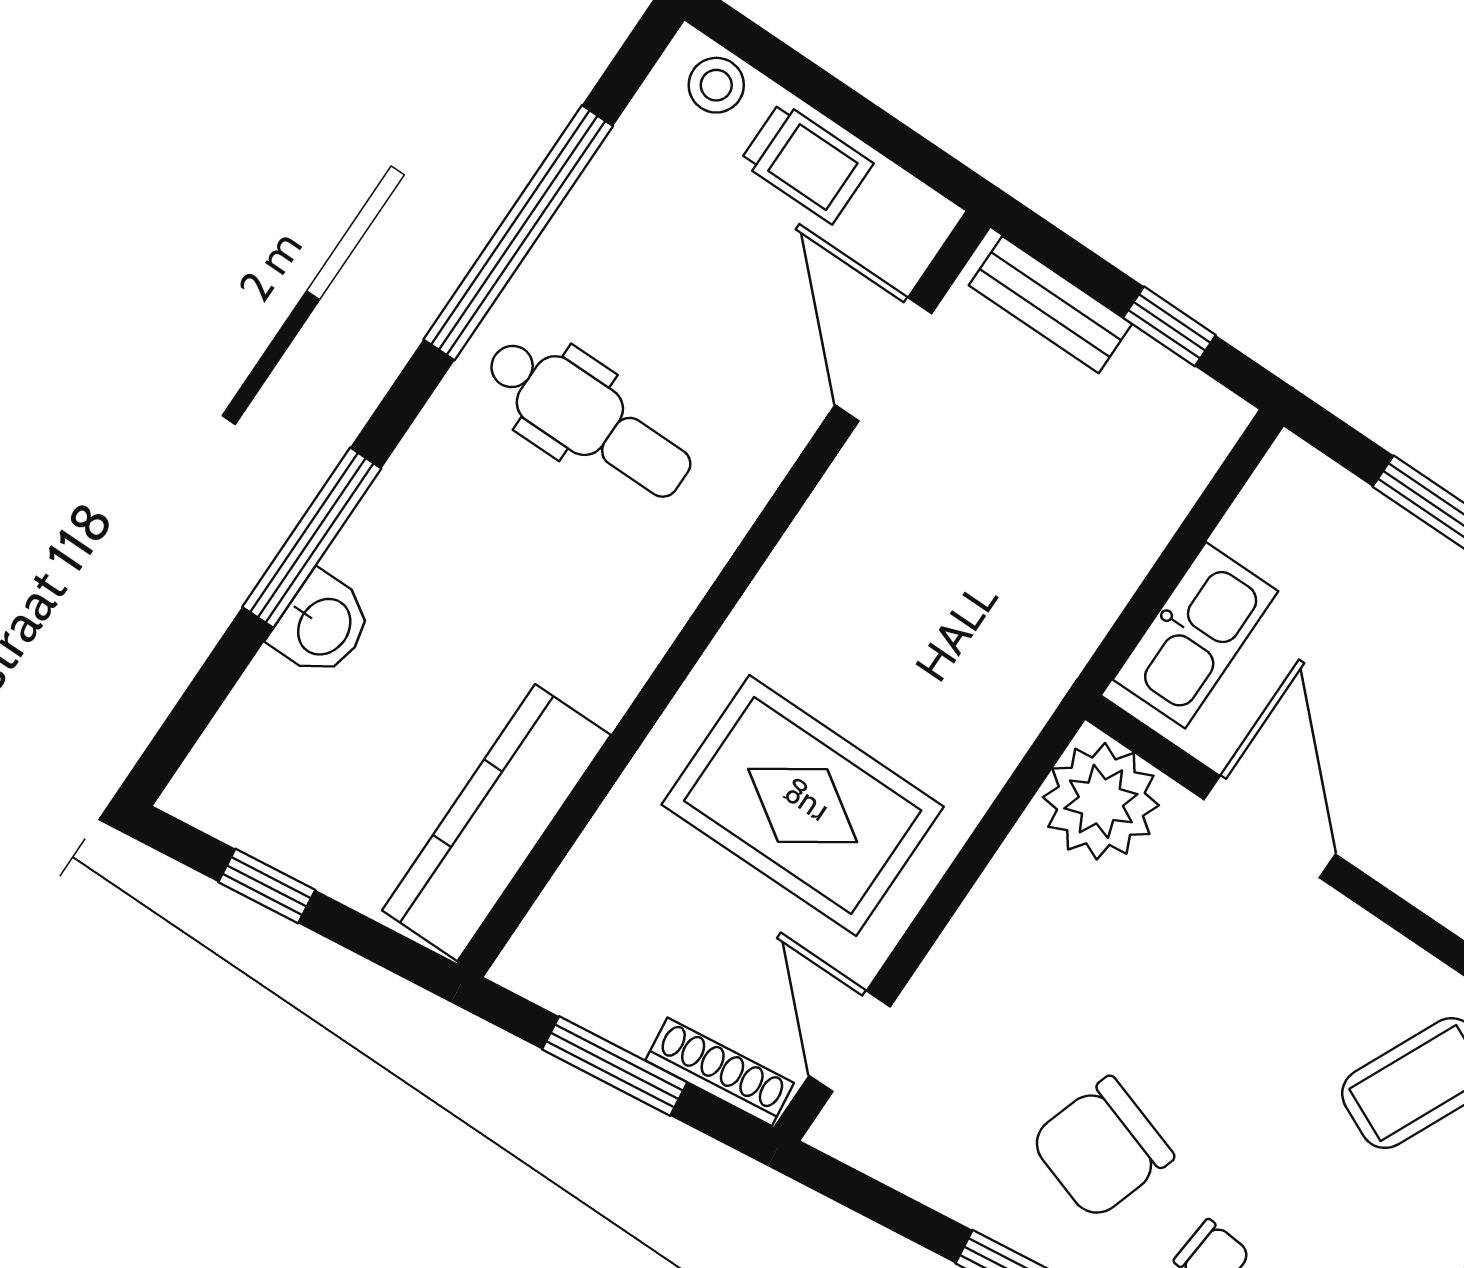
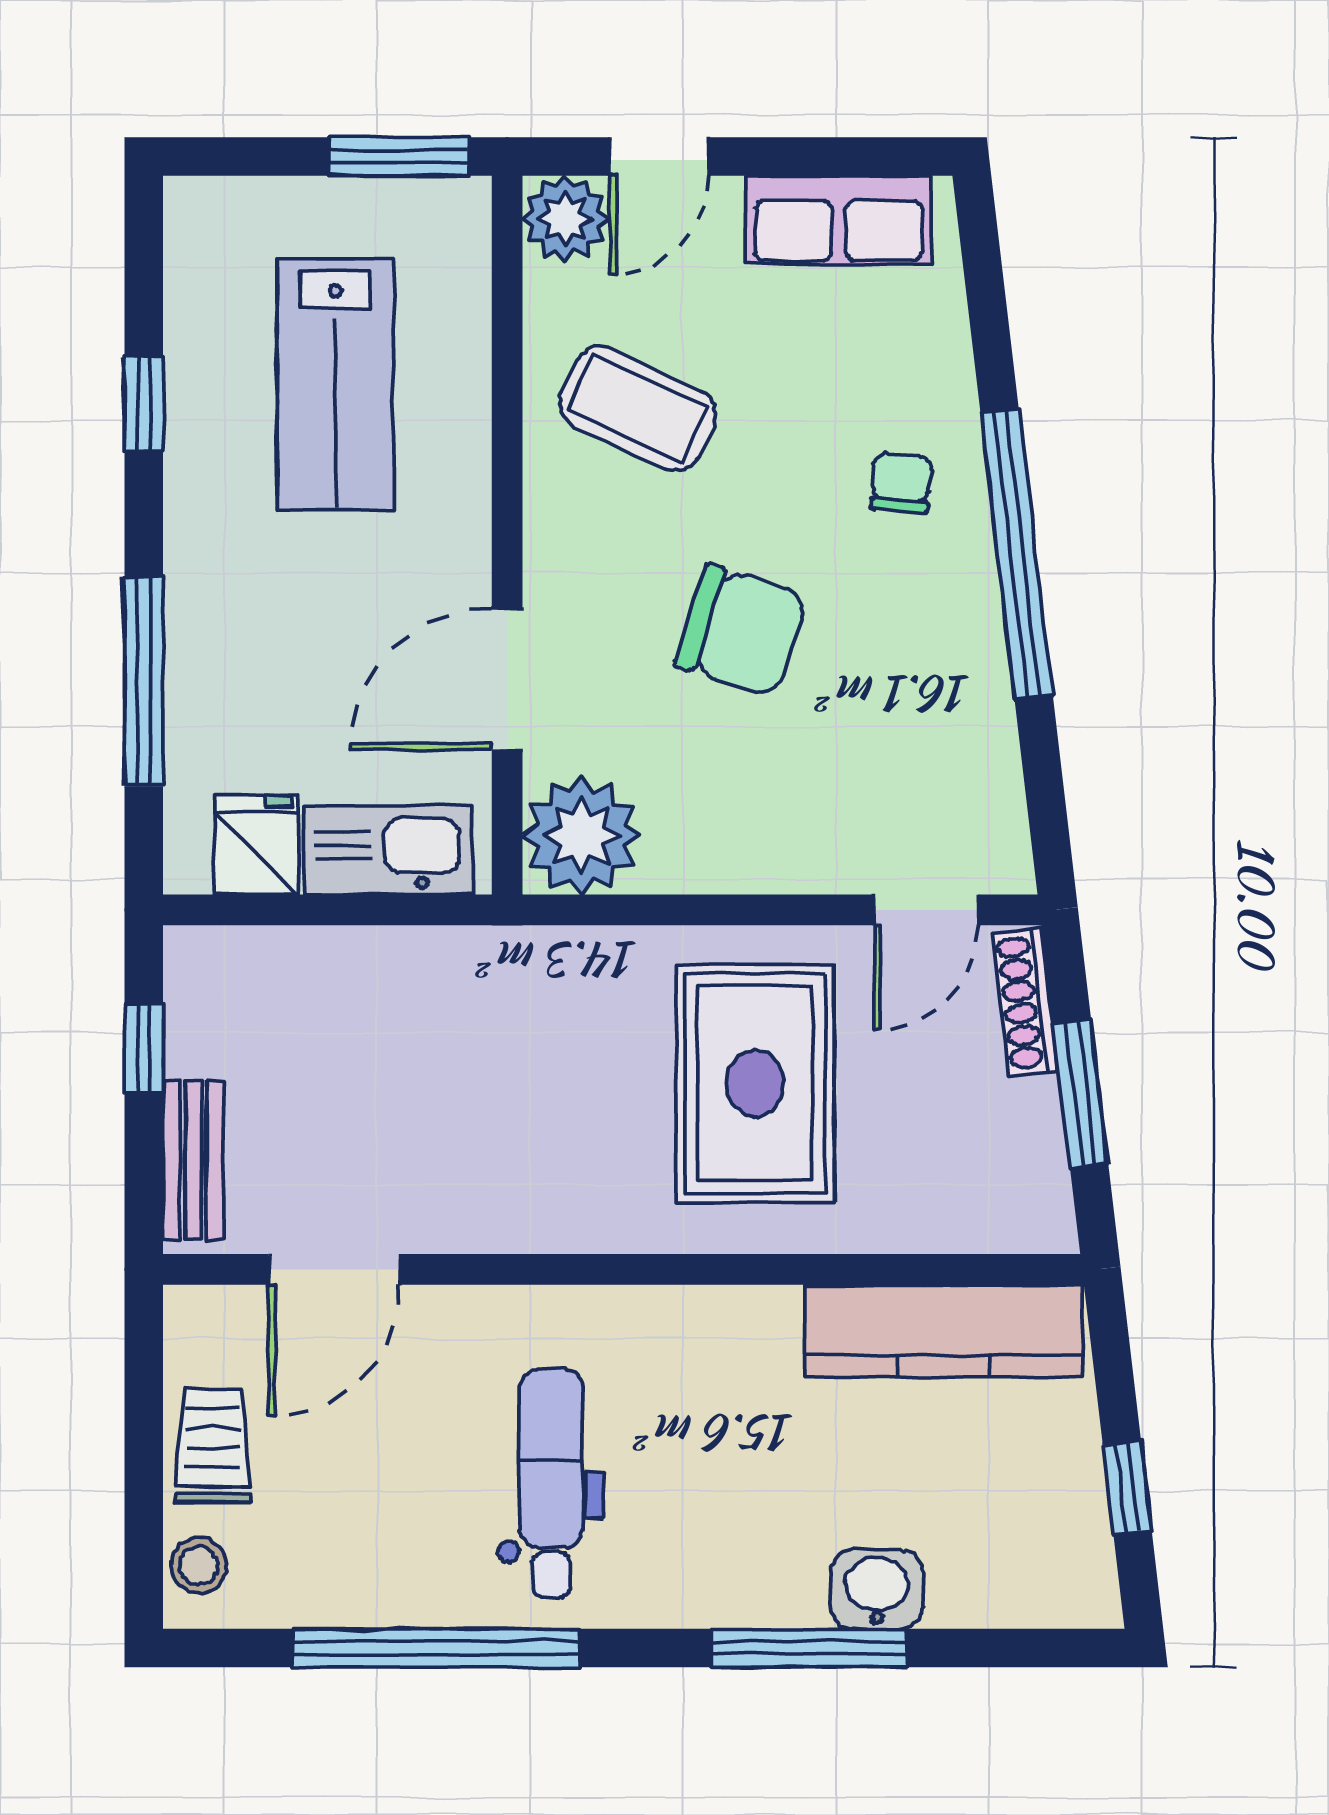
fridge: (1273, 530) -> (256, 845), added
chair: (1102, 1148) -> (741, 631), moved

